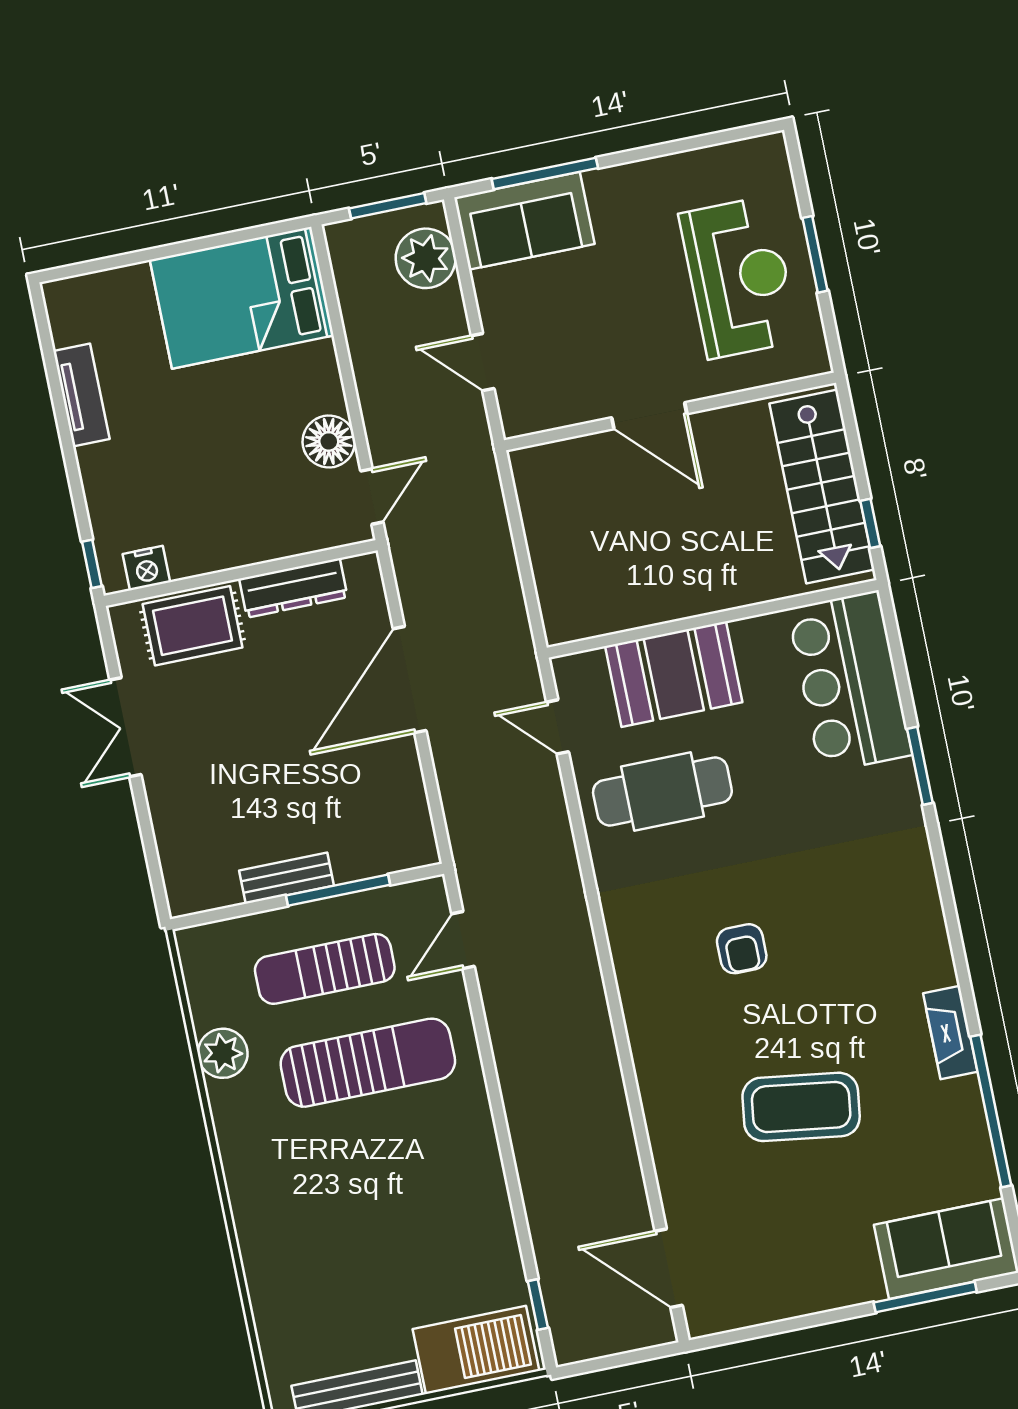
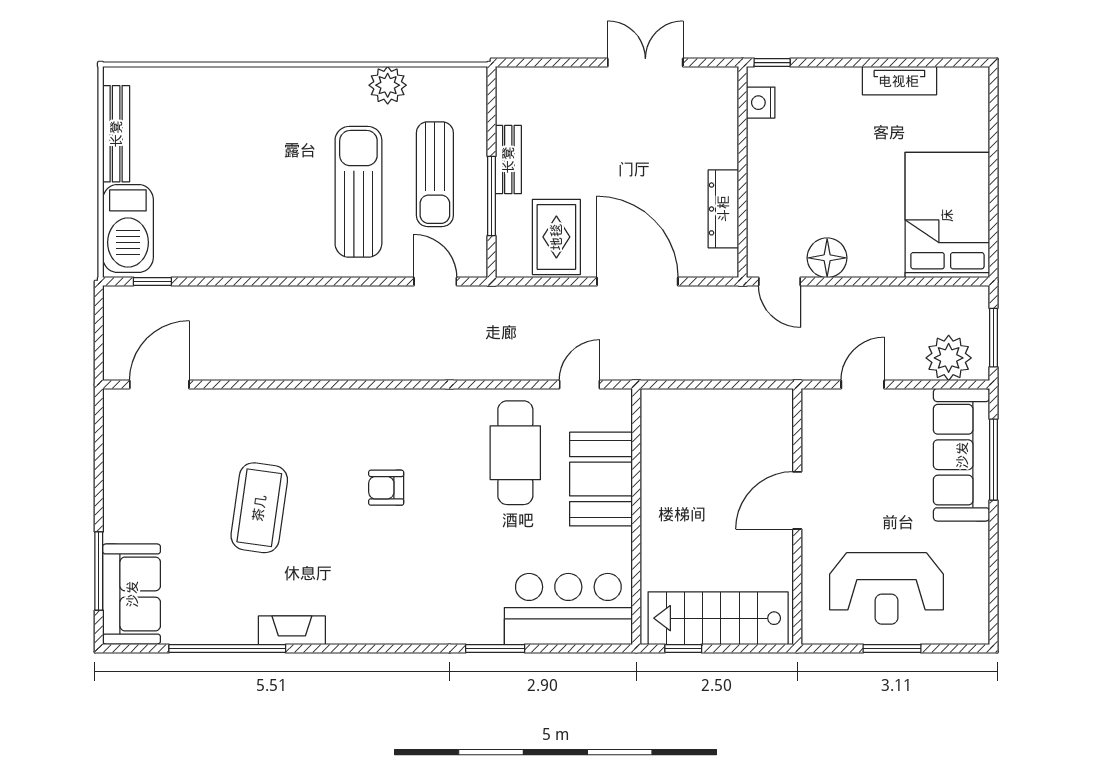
sofa: (524, 221) -> (962, 455), width x1.36
rug: (193, 626) -> (556, 237), moved
sun lounger: (325, 969) -> (435, 174), turned 180
sun lounger: (368, 1063) -> (358, 192), turned 180

